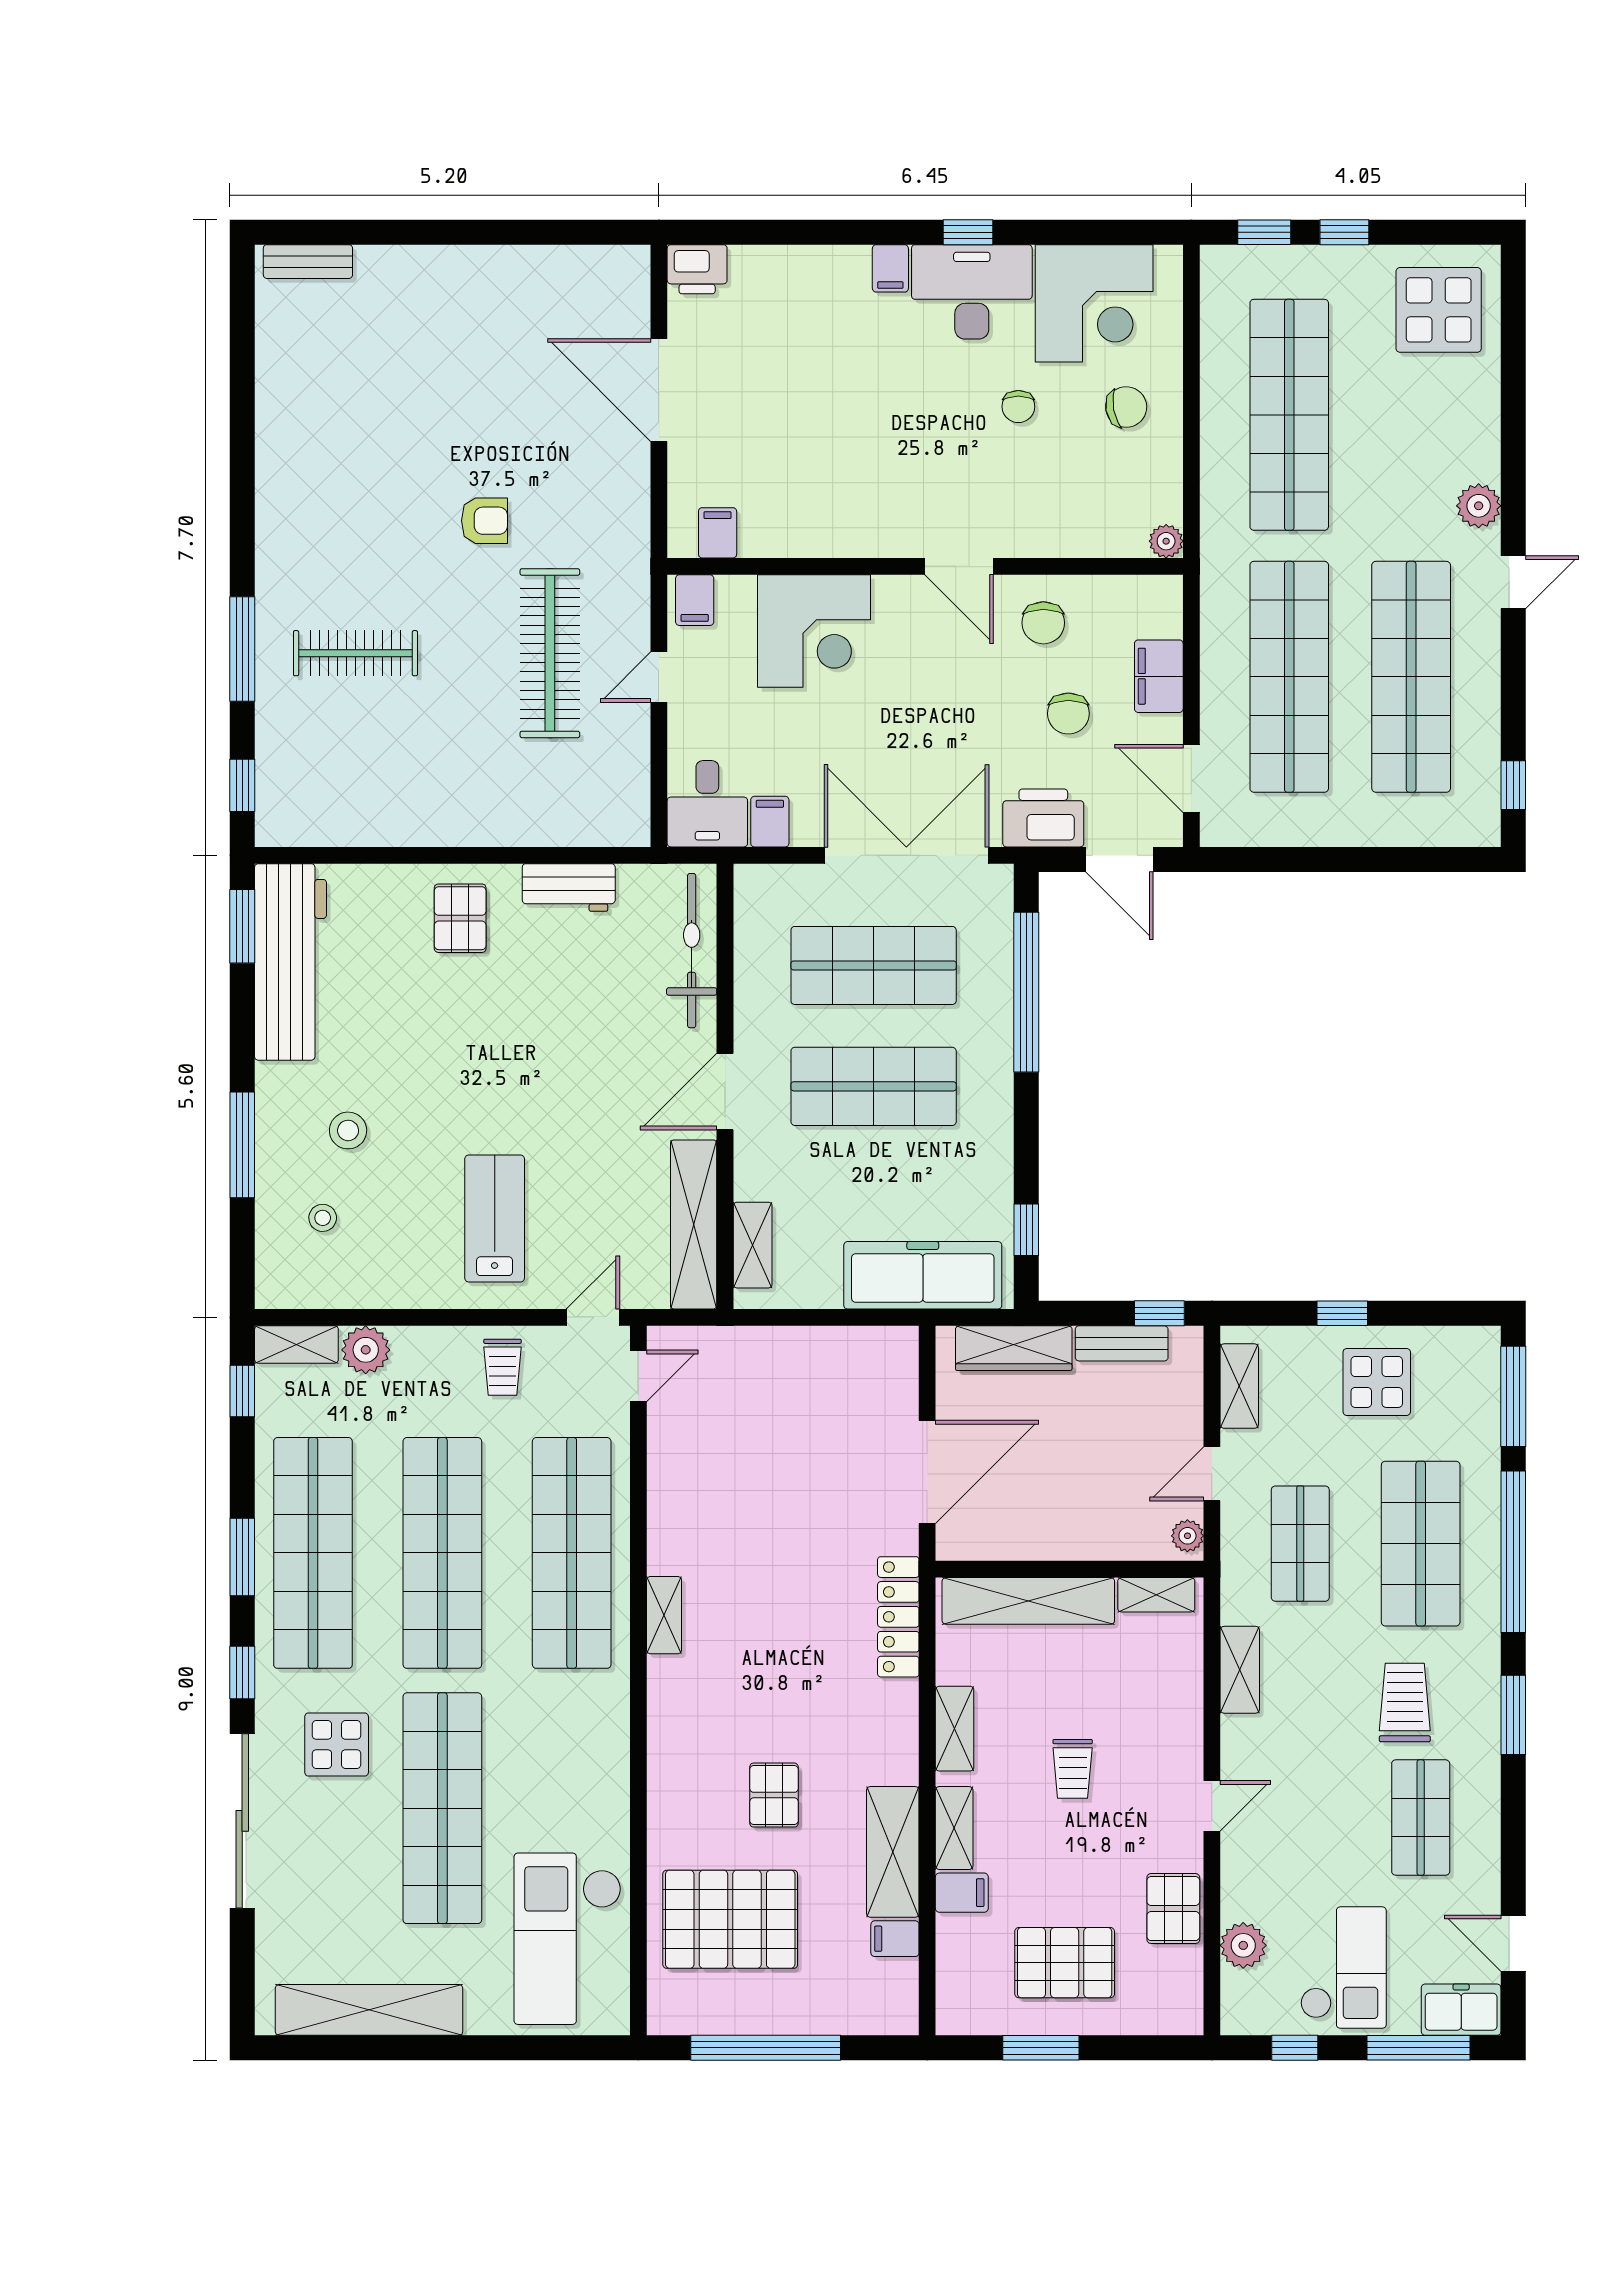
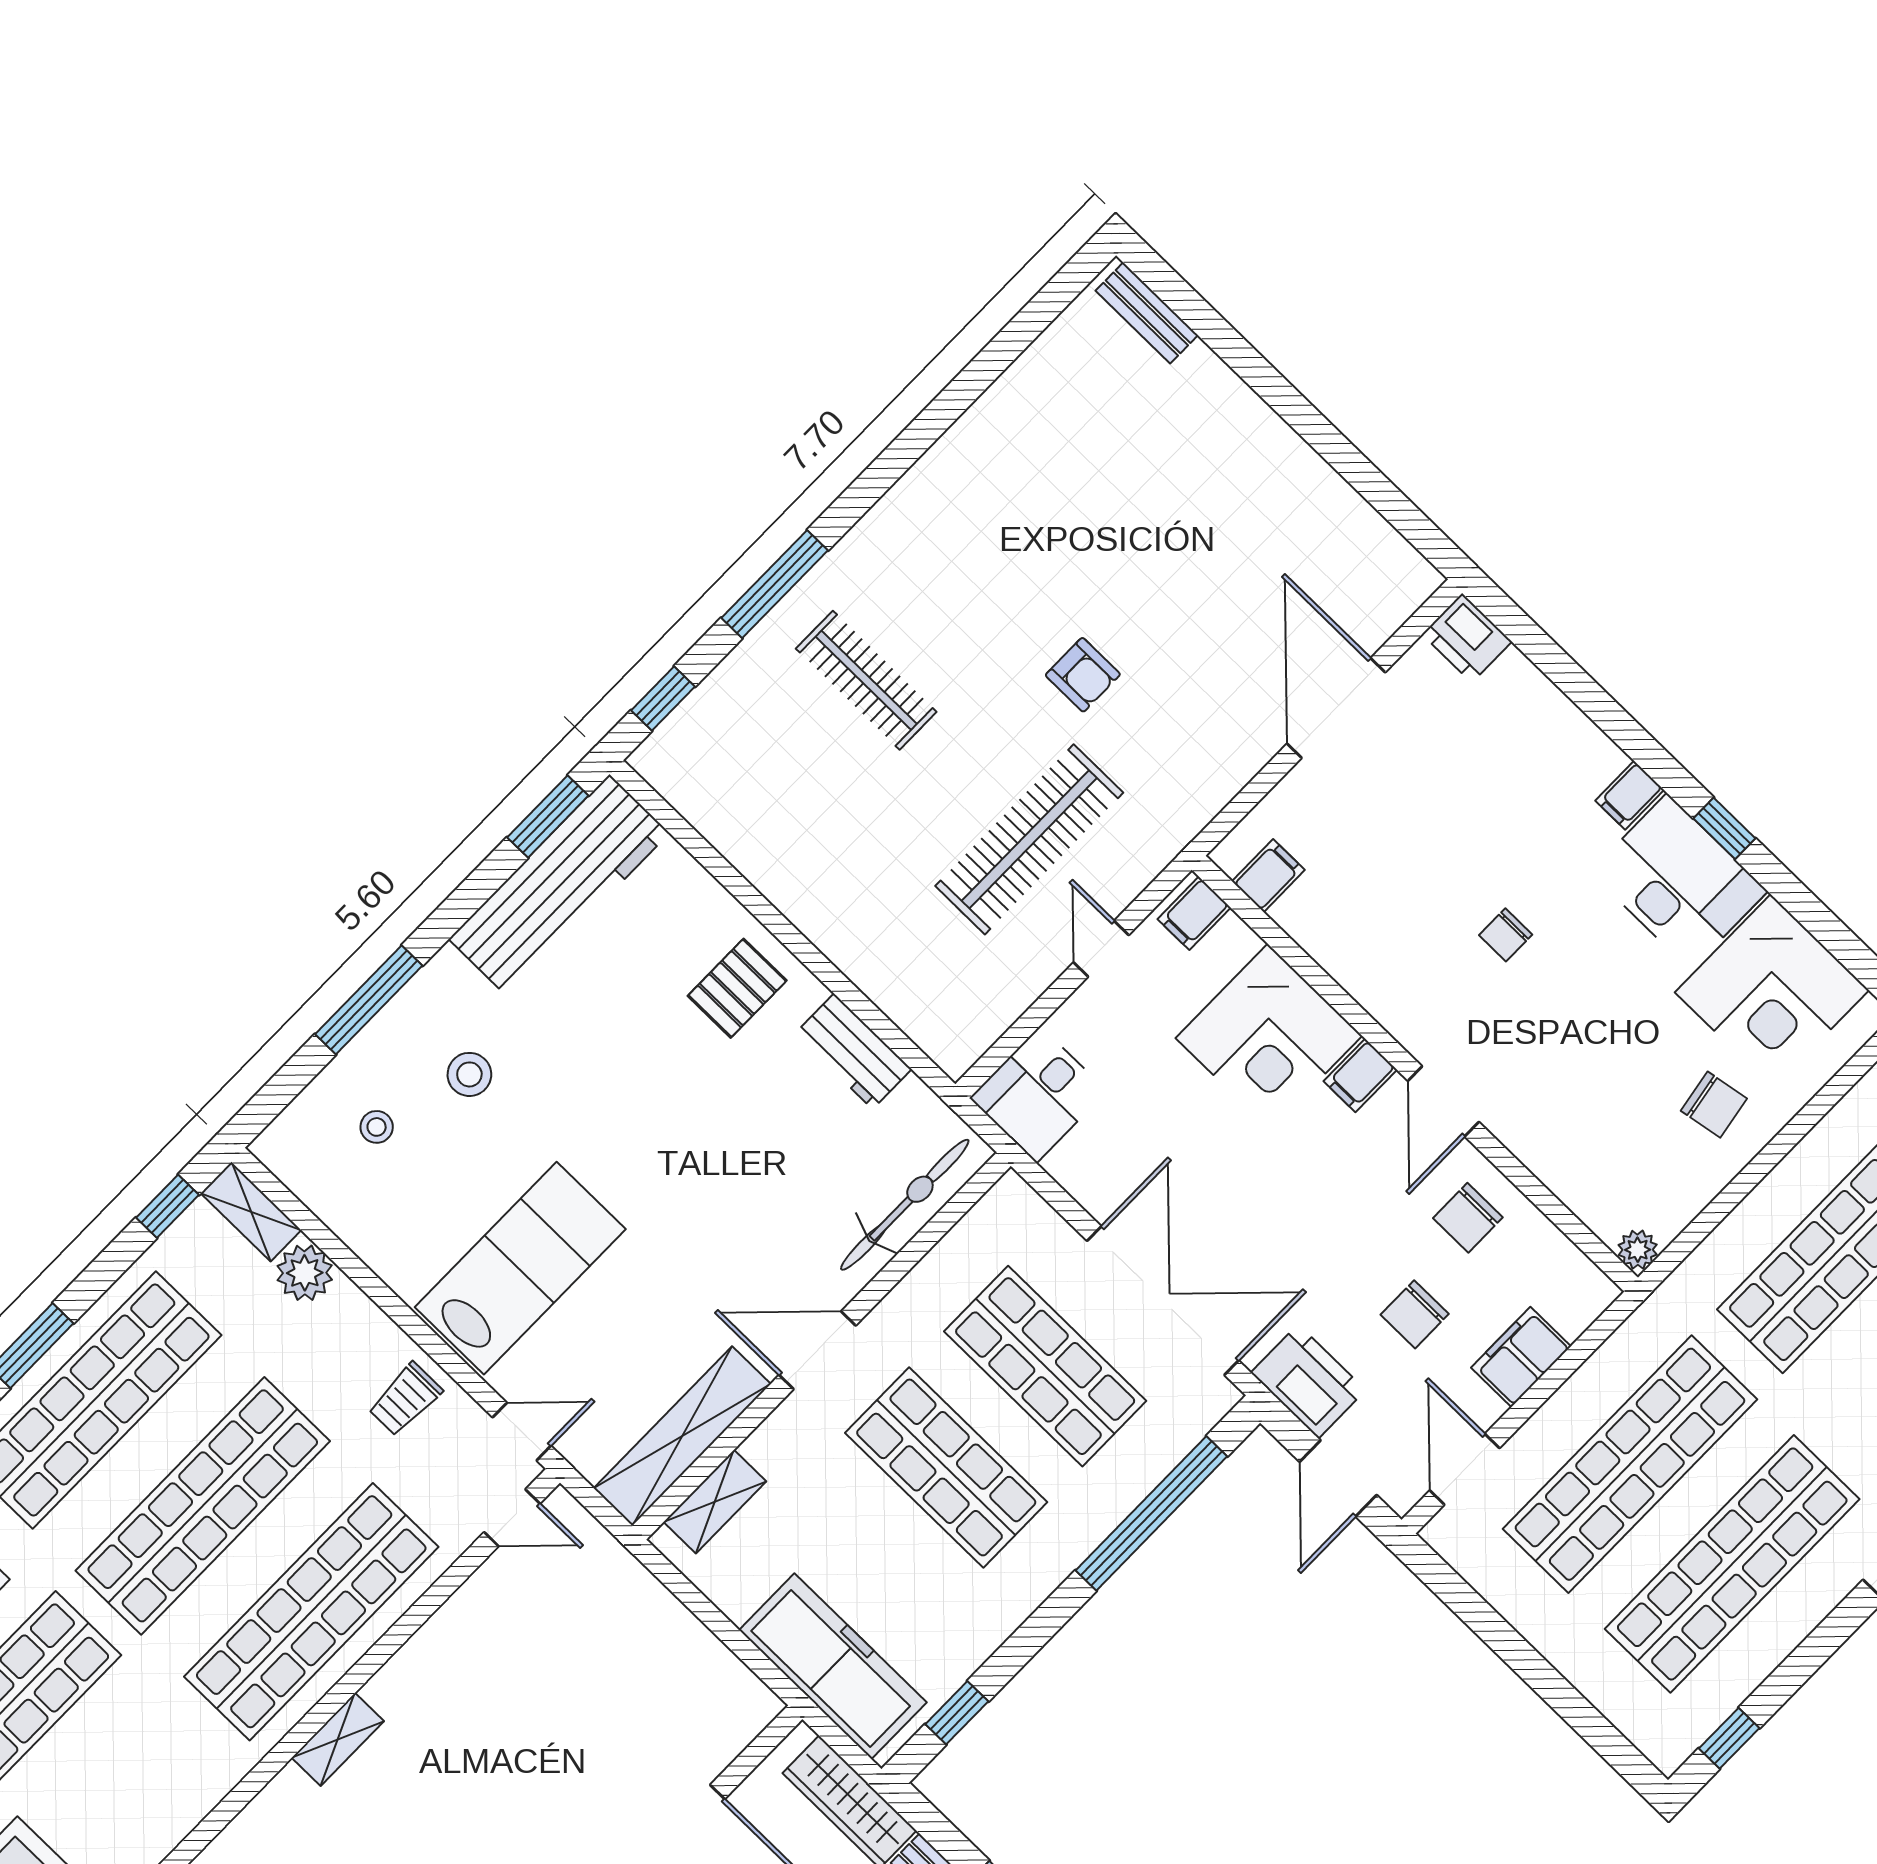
chair: (1018, 407) -> (1506, 935), moved
door: (659, 677) -> (1101, 949), hinge flipped
filing cabinet: (770, 822) -> (1360, 1075), moved, turned 180
lab bench: (495, 1218) -> (520, 1268), width x1.36, depth x1.39

